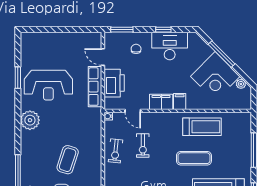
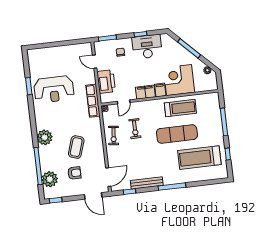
corner desk: (215, 76) -> (179, 80), moved, turned 135
row of seats: (95, 87) -> (93, 101), moved
door: (133, 111) -> (124, 102), hinge flipped
plant: (30, 120) -> (45, 137), moved
exercise mat: (194, 158) -> (177, 134), width x1.36, depth x1.45

